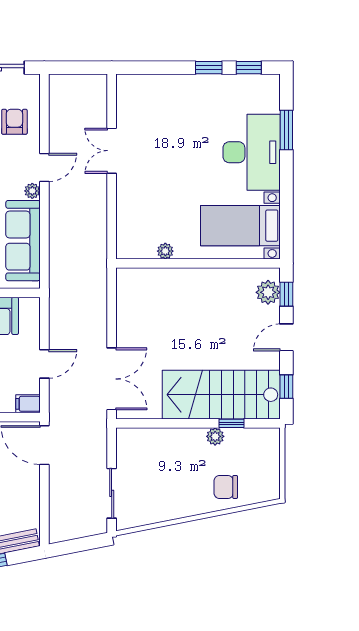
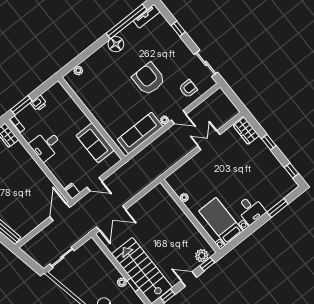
window: (209, 68) -> (269, 142), moved
wardrobe: (141, 87) -> (246, 131), added
desk: (252, 152) -> (251, 210), width x0.53, depth x0.77

